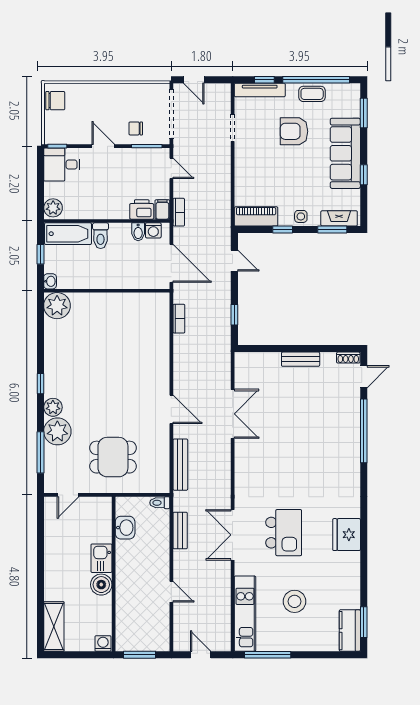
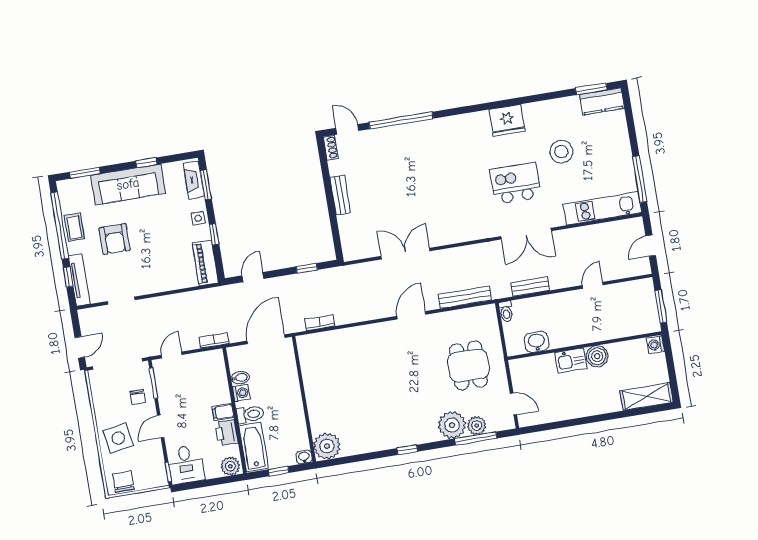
side table: (99, 103) -> (118, 438), added
printer: (142, 209) -> (226, 433), moved
filing cabinet: (162, 209) -> (223, 412), moved
washing machine: (153, 230) -> (241, 393), moved
plant: (53, 407) -> (477, 425), moved
stool: (295, 601) -> (561, 152), moved

